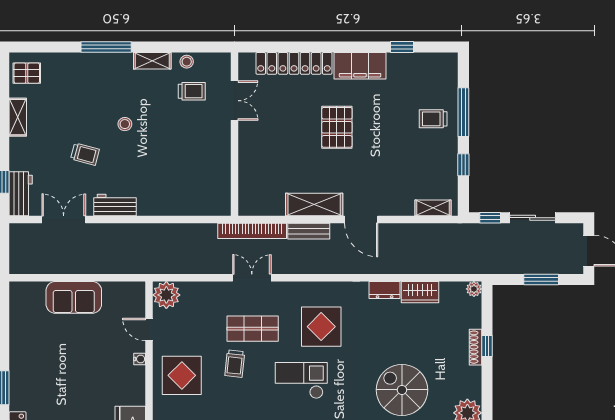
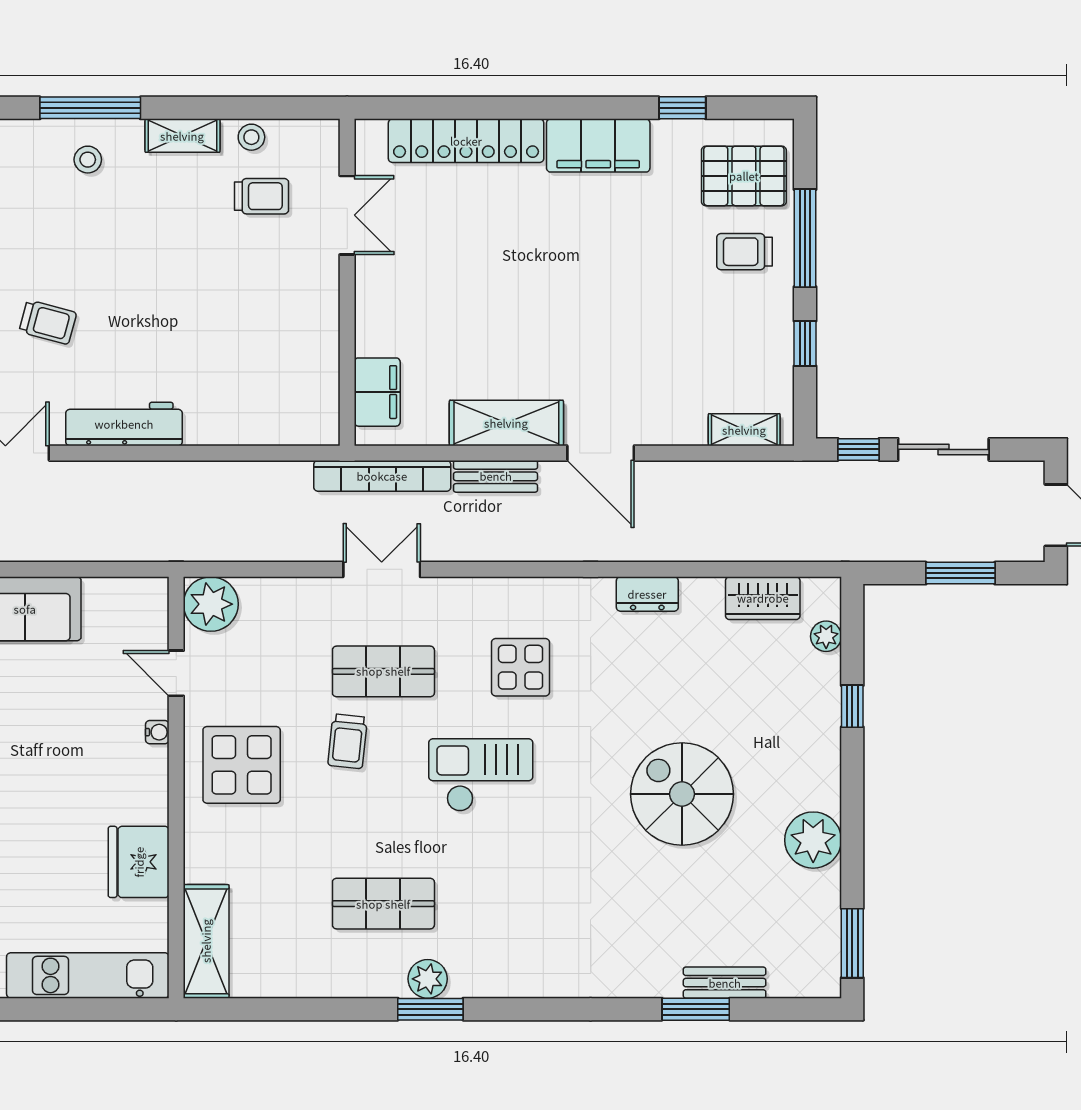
stool: (125, 124) -> (88, 160), moved
pallet: (337, 127) -> (744, 176), moved, turned 90
filing cabinet: (250, 189) -> (377, 392), added
workbench: (115, 205) -> (124, 424), width x1.38
plant: (474, 289) -> (826, 636), moved
wardrobe: (420, 292) -> (763, 598), moved
display table: (321, 327) -> (521, 667), width x0.73, depth x0.73
shoe rack: (475, 347) -> (829, 708), removed

